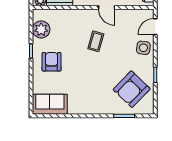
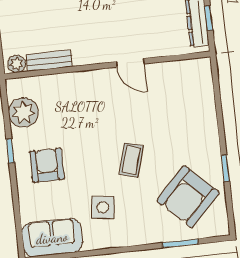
door: (155, 27) -> (216, 86), removed
coffee table: (96, 41) -> (131, 160), moved
side table: (143, 48) -> (103, 207), moved

